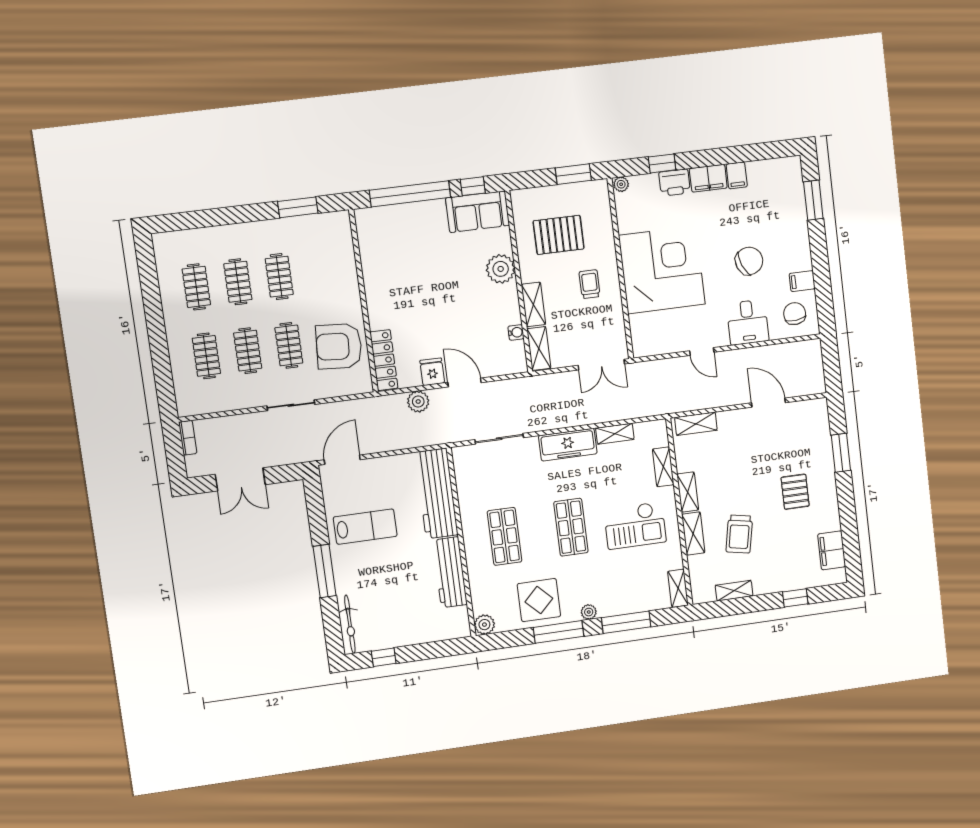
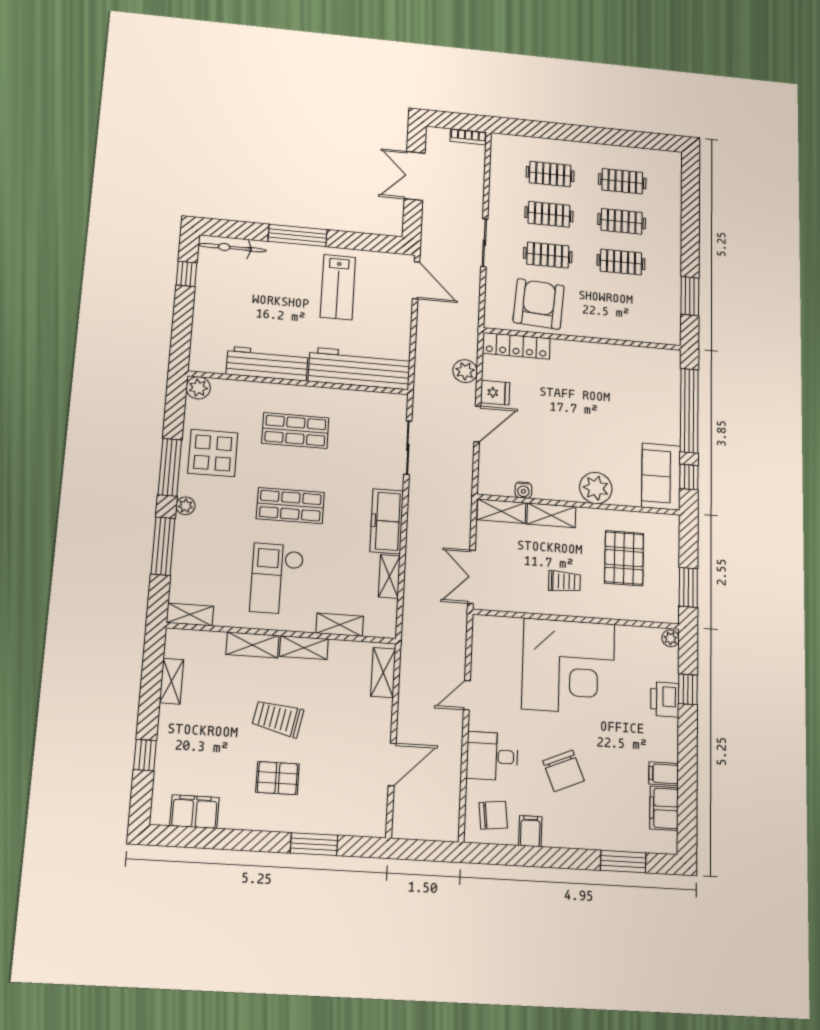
filing cabinet: (708, 178) -> (664, 808), moved
trolley: (739, 534) -> (278, 718), moved

